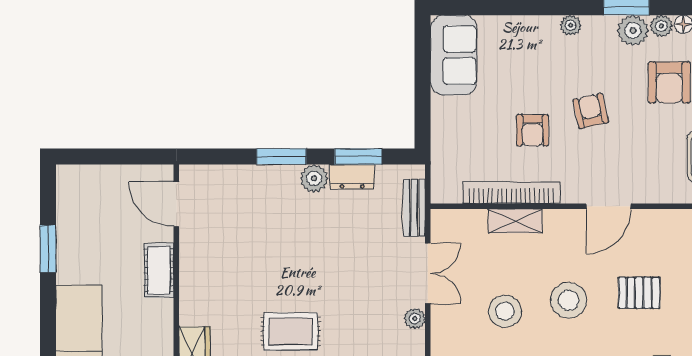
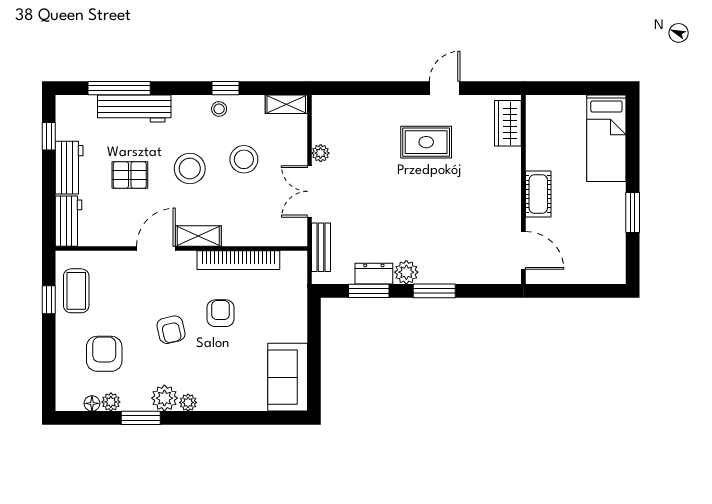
plant: (633, 30) -> (164, 398), moved
shelving: (515, 221) -> (198, 236), moved

